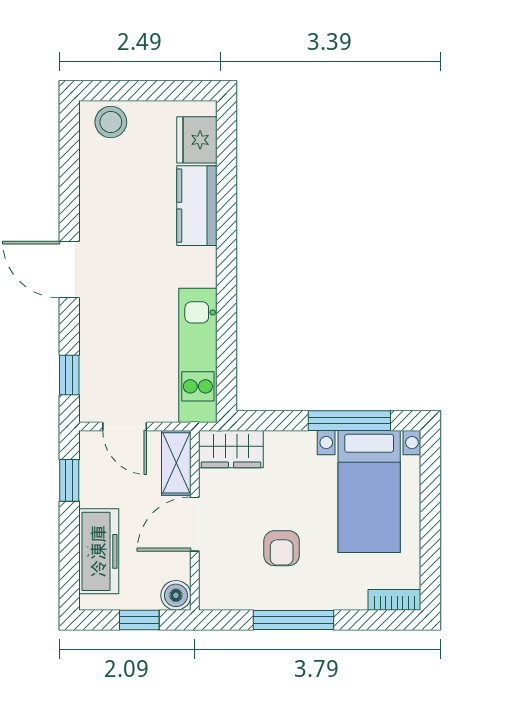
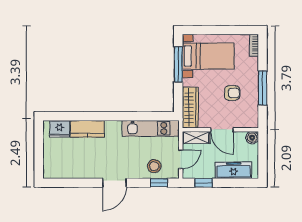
stool: (111, 122) -> (154, 166), moved
wardrobe: (231, 449) -> (190, 108), width x1.50
window: (139, 620) -> (263, 153), removed

